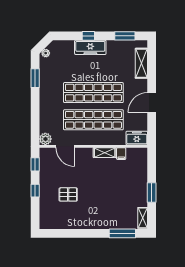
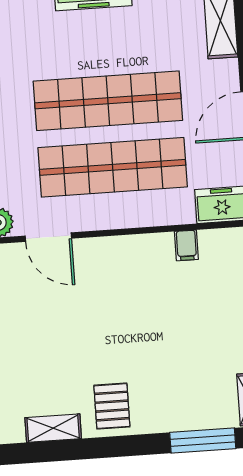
shelving: (105, 153) -> (53, 428), moved
pallet: (68, 194) -> (112, 406), moved, turned 90

